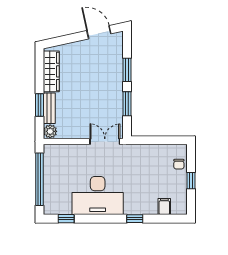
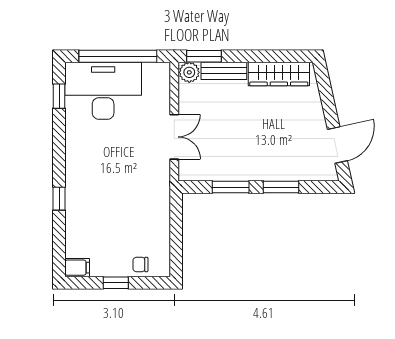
window: (39, 105) -> (204, 56), moved
double door: (105, 141) -> (174, 137), moved
desk: (98, 196) -> (103, 91), moved, turned 90
filing cabinet: (164, 206) -> (77, 268), moved

